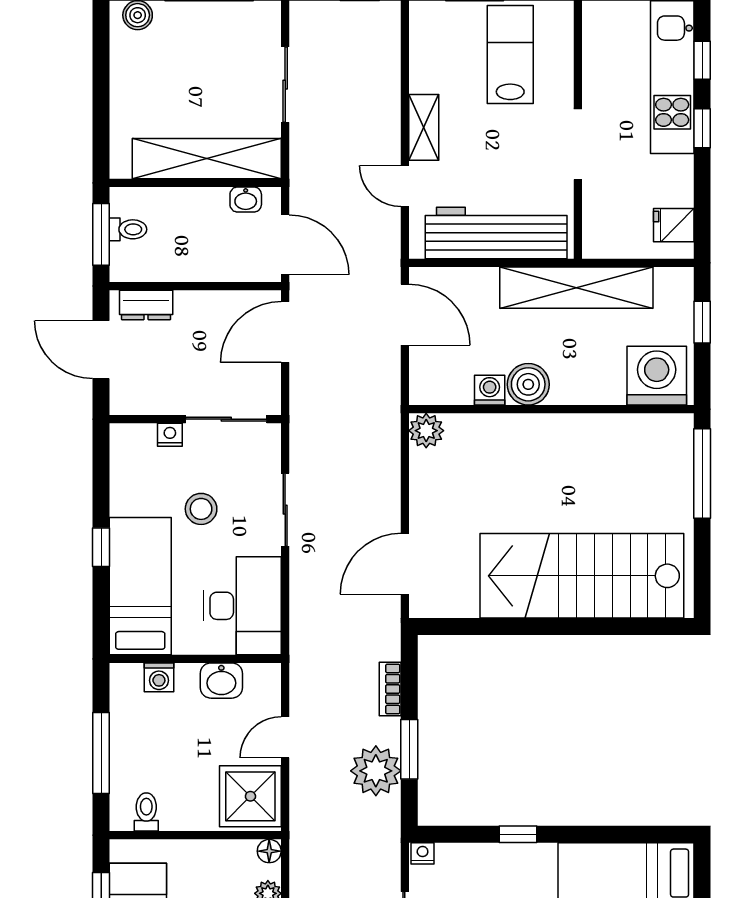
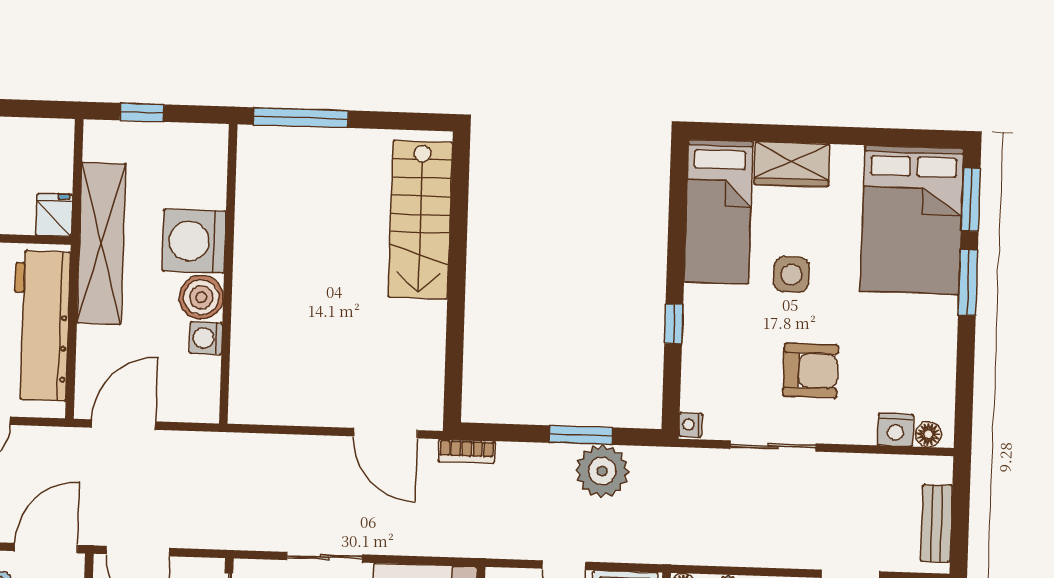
fridge: (674, 225) -> (54, 215), moved, turned 180
washing machine: (657, 376) -> (194, 241), moved
plant: (426, 431) -> (246, 406), removed
stairs: (582, 576) -> (420, 220), width x0.73, depth x0.66
bookcase: (390, 689) -> (467, 451), moved

